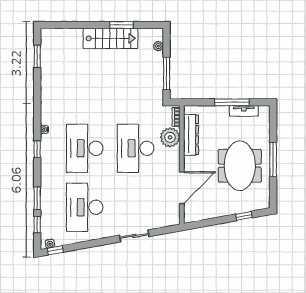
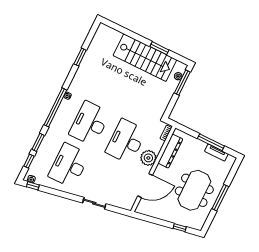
stairs: (111, 38) -> (145, 58), width x1.36, depth x1.51
window: (37, 56) -> (80, 57), moved
window: (167, 73) -> (182, 83), moved
plant: (170, 137) -> (148, 158), moved
window: (37, 149) -> (55, 107), width x3.17

